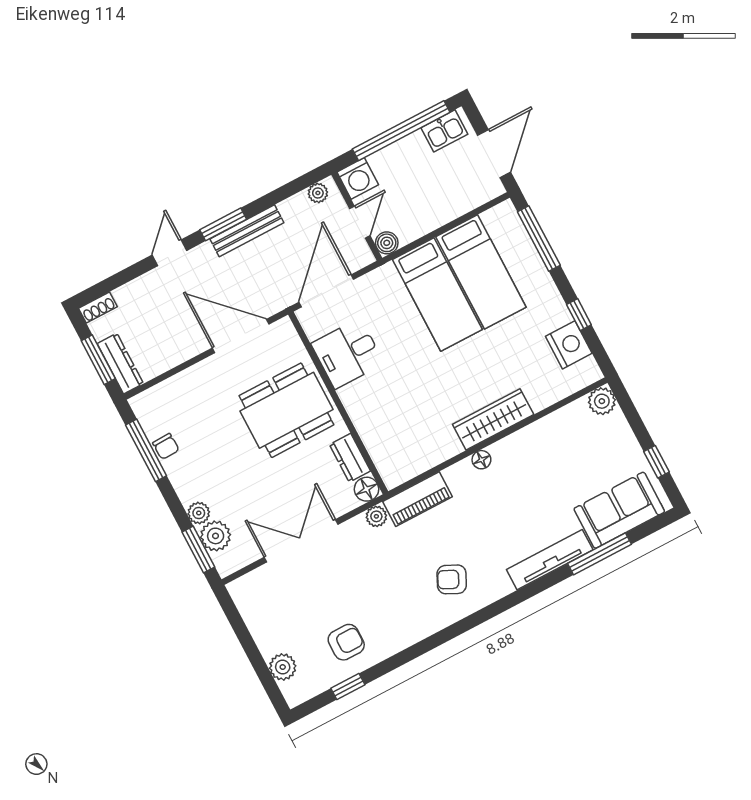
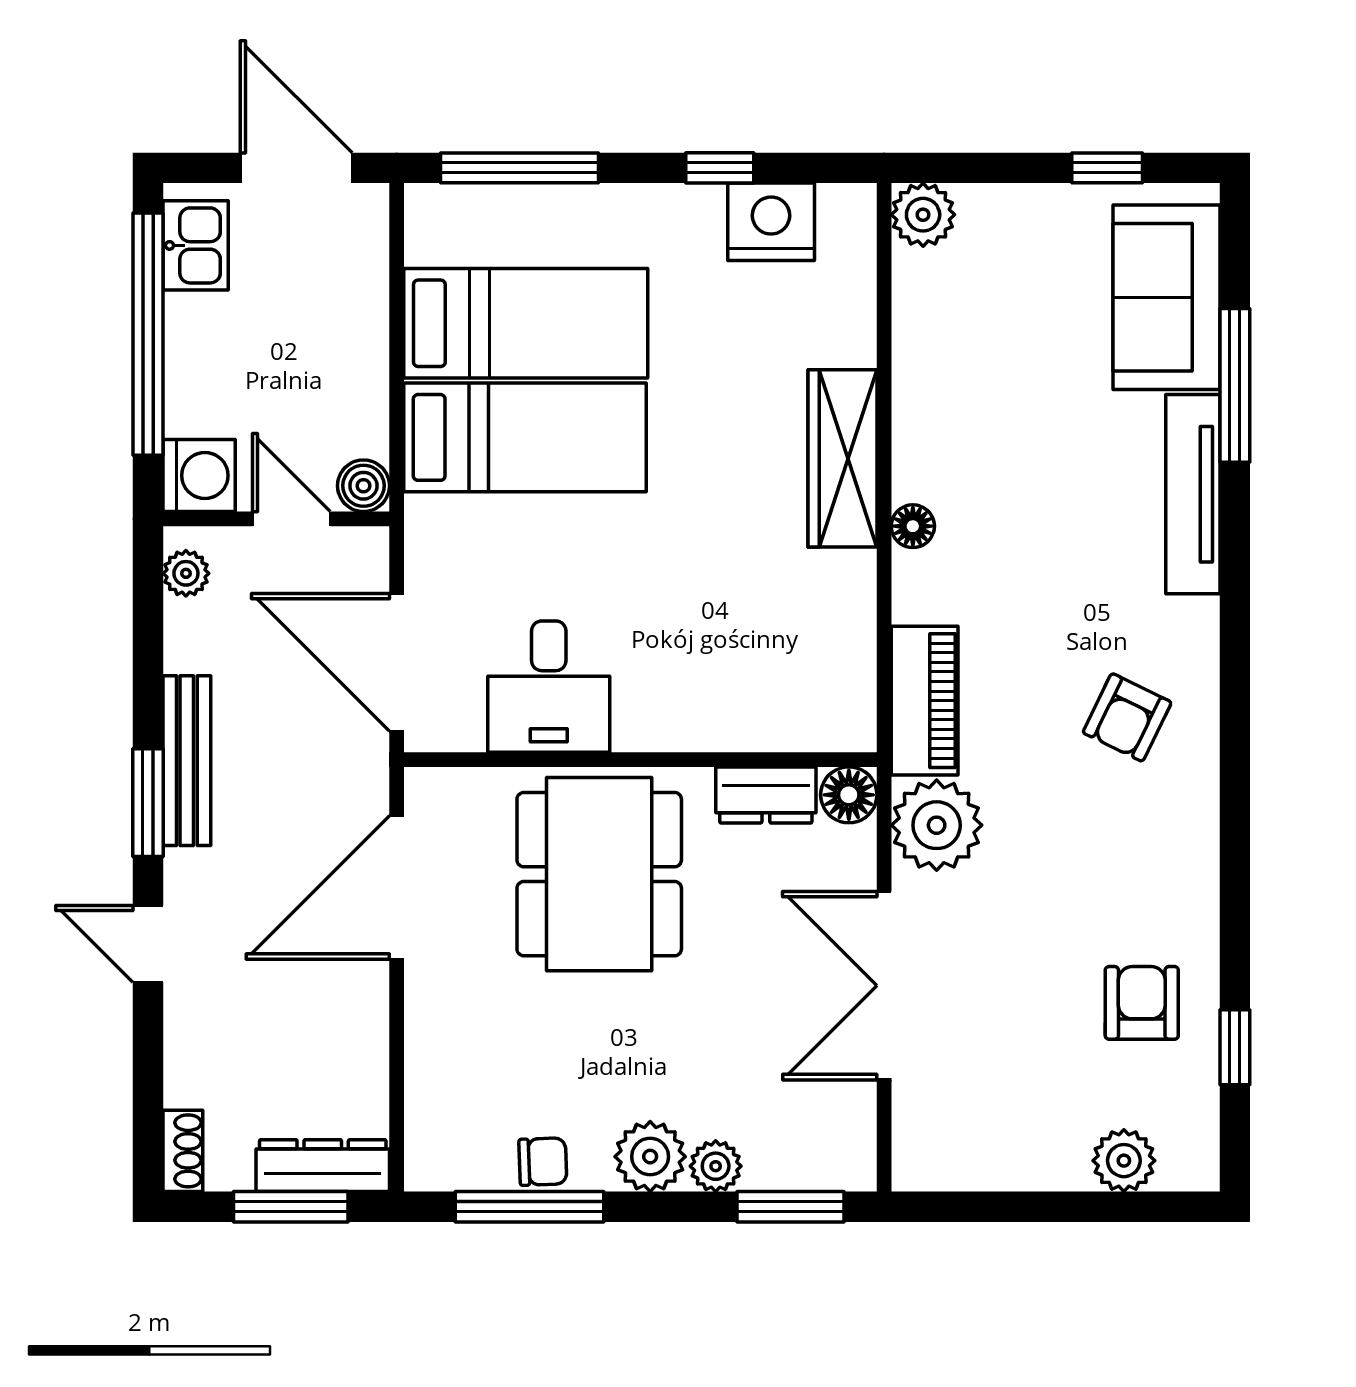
plant: (376, 516) -> (937, 825), width x1.87, depth x1.87
plant: (216, 536) -> (650, 1157), moved

